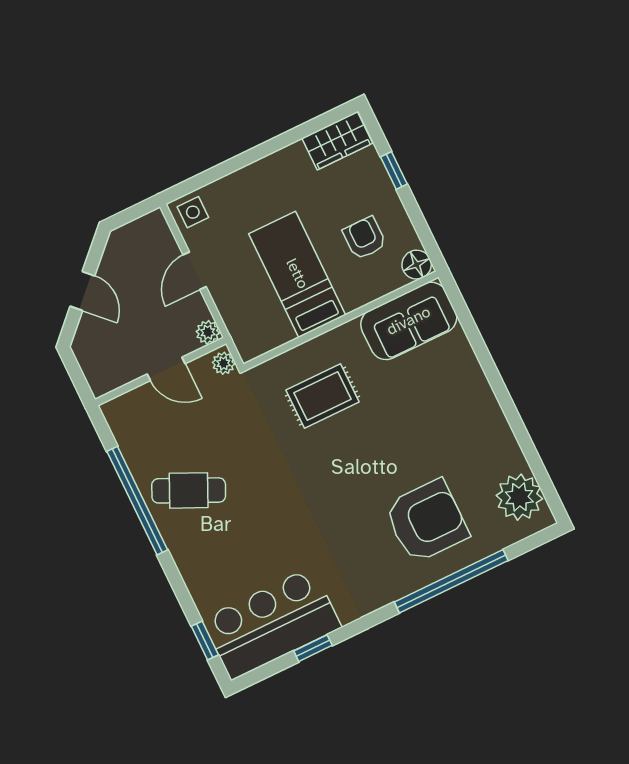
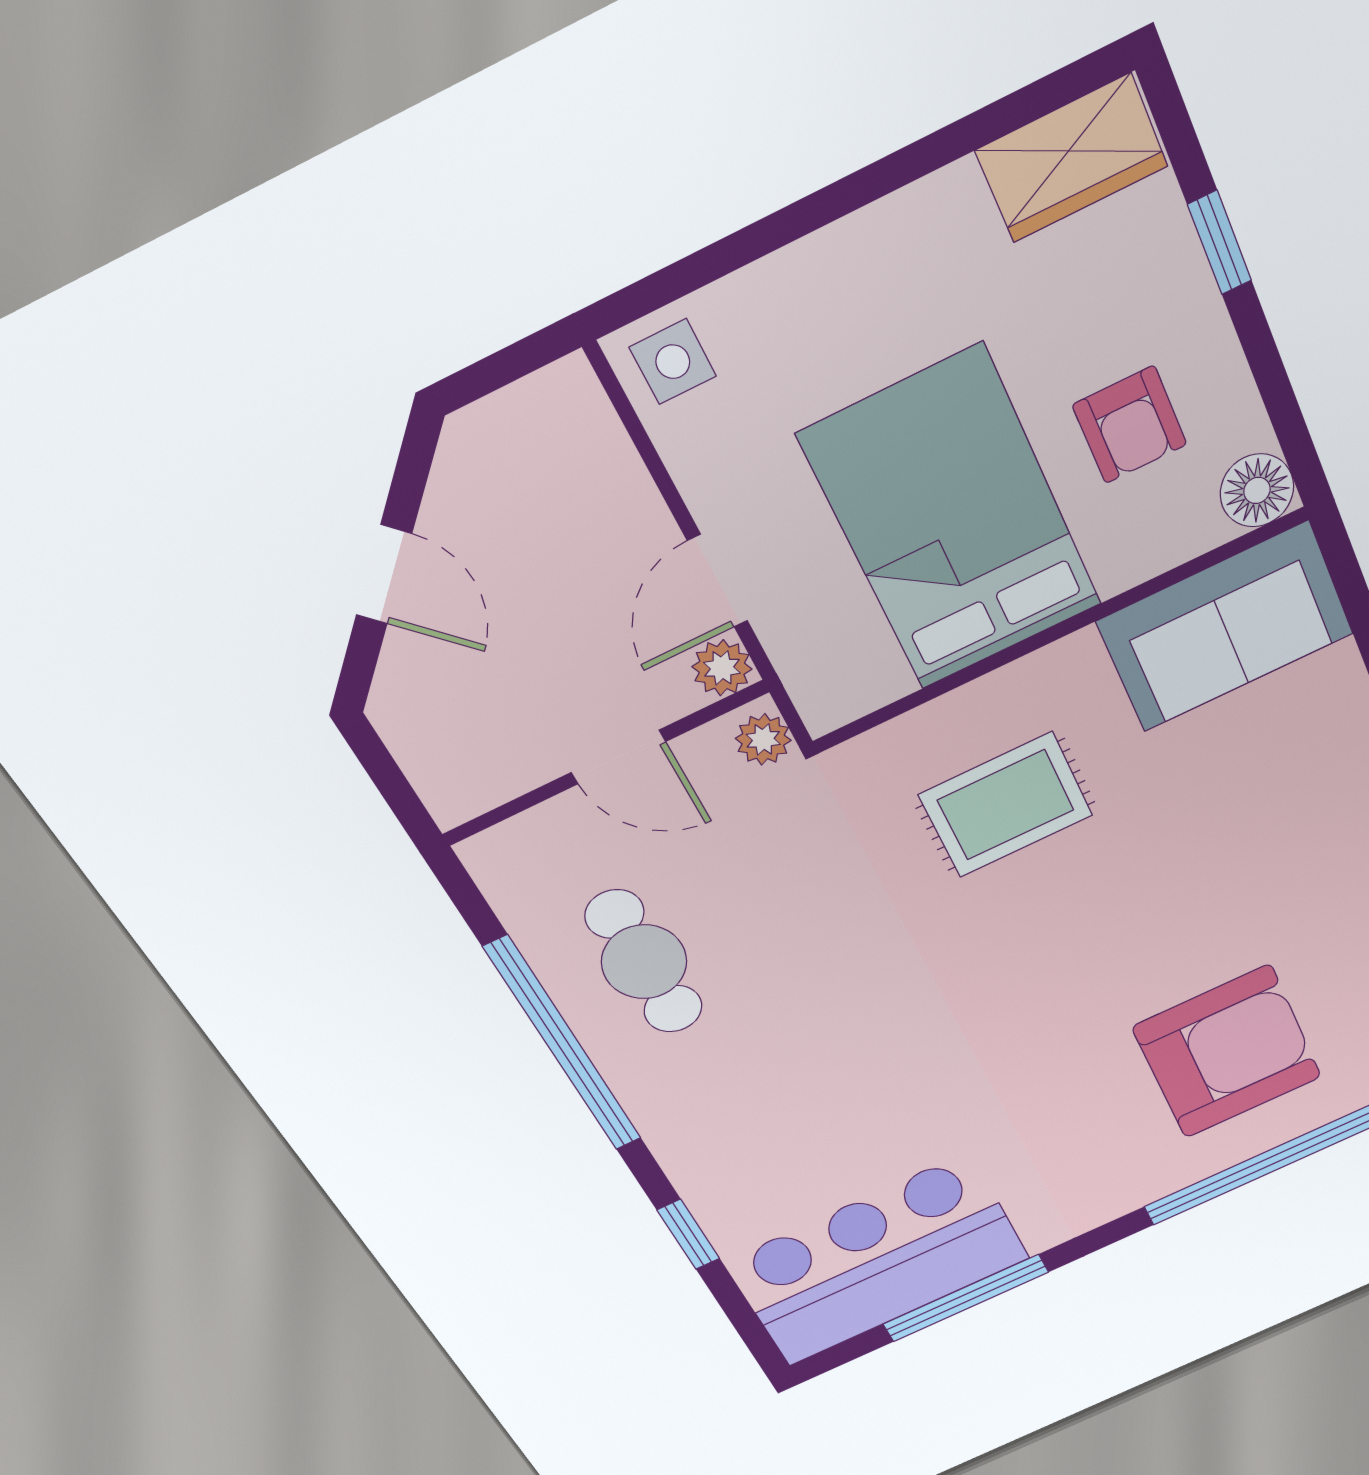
armchair: (365, 238) -> (1130, 425), turned 180
door: (195, 271) -> (718, 581), moved
bed: (297, 274) -> (952, 521), width x1.50
cafe table: (189, 490) -> (644, 962), moved, turned 65
window: (205, 640) -> (688, 1234), moved
window: (313, 648) -> (966, 1298), width x2.17

